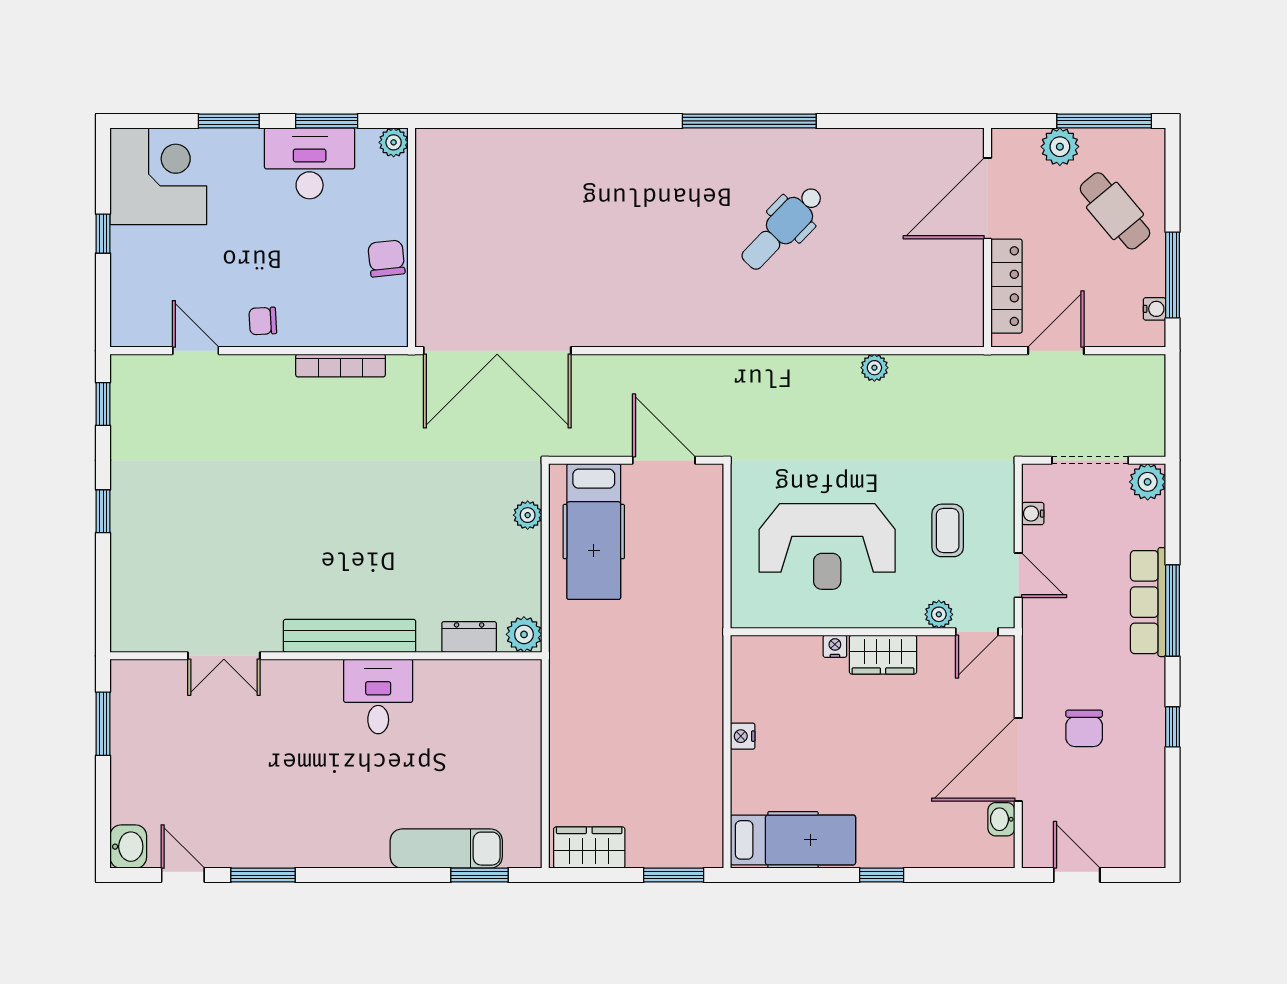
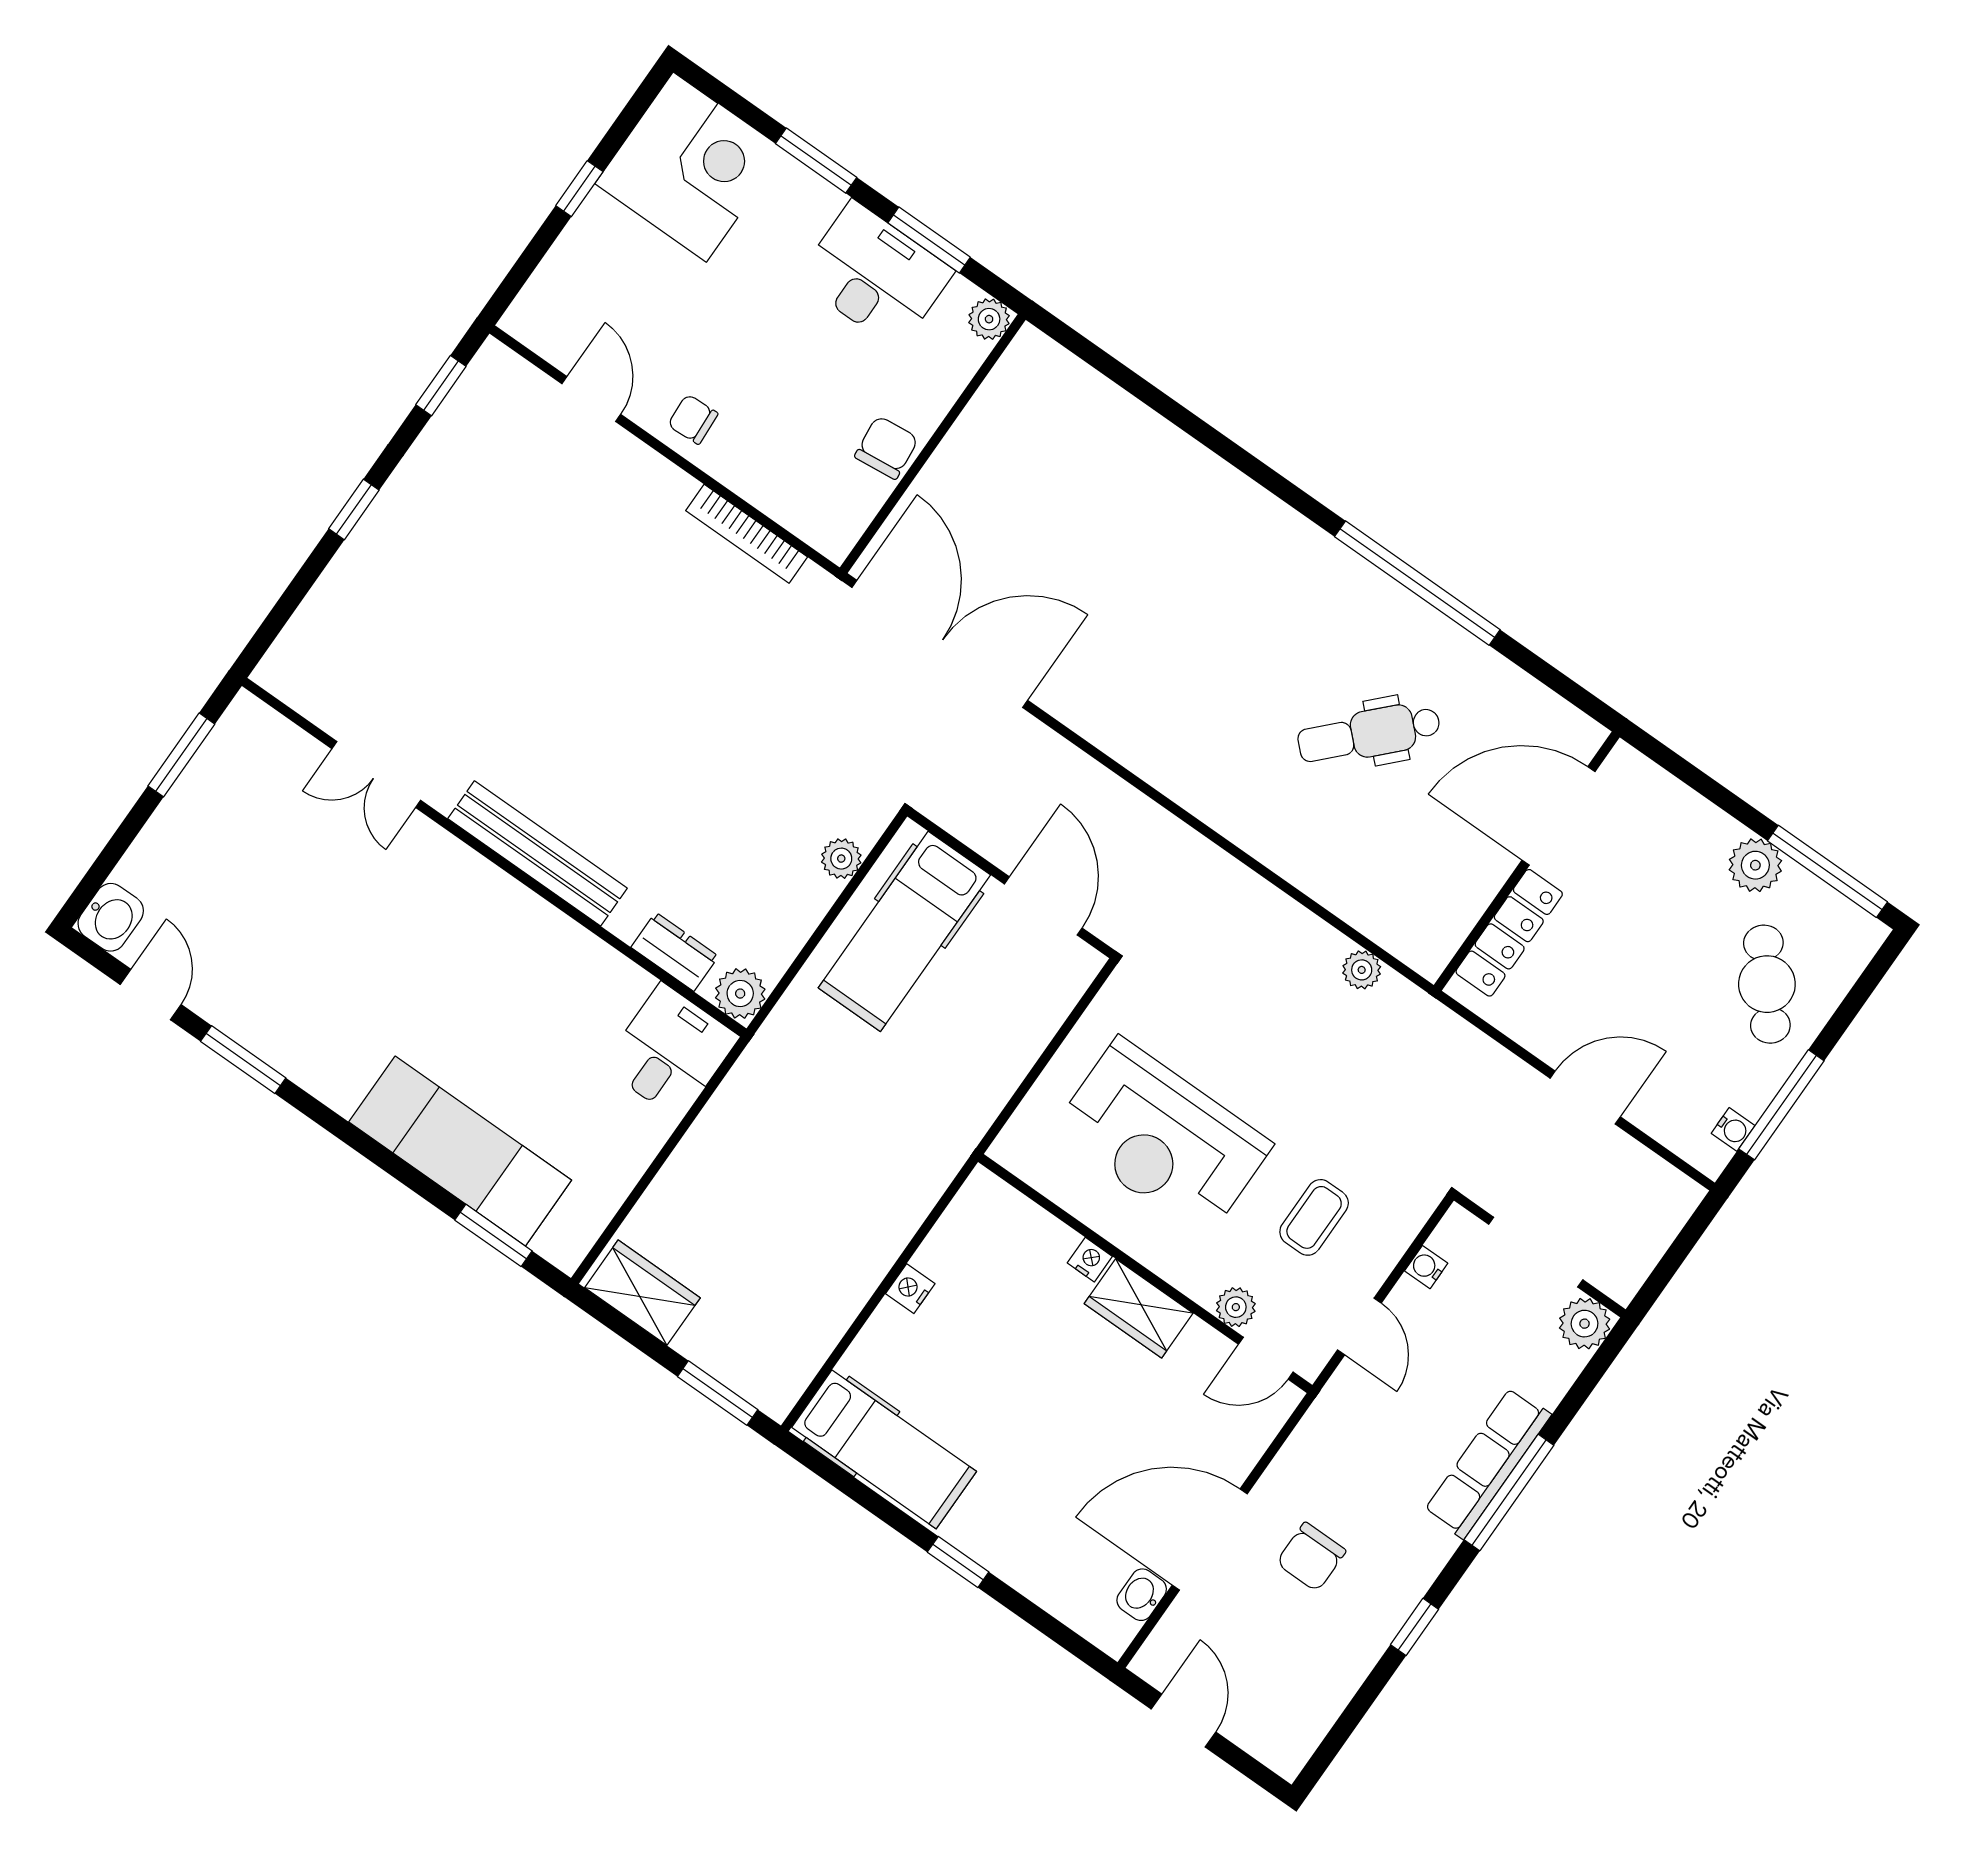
door: (987, 198) -> (1559, 816), moved
wall: (987, 237) -> (1527, 861), moved
locker: (1006, 286) -> (1509, 933), moved
double door: (497, 351) -> (940, 644), swing flipped
desk: (378, 696) -> (670, 1052), moved
exam couch: (446, 849) -> (460, 1151), width x1.36, depth x1.45

